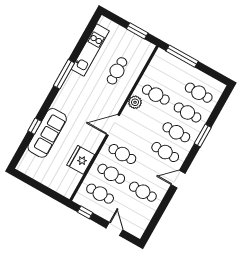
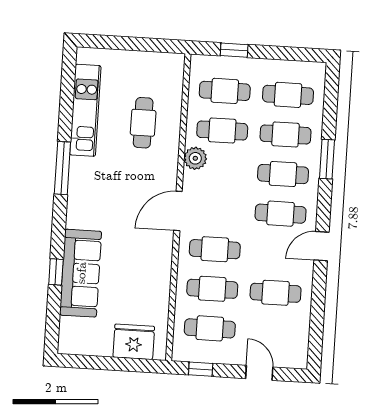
window: (137, 31) -> (145, 44), removed
window: (182, 56) -> (234, 50), width x0.46
cafe table: (167, 75) -> (225, 91), added
fridge: (81, 160) -> (134, 342), moved, turned 90

